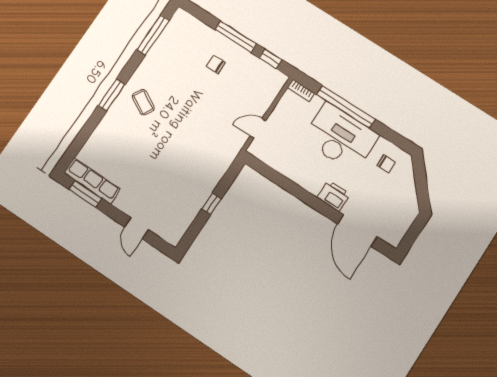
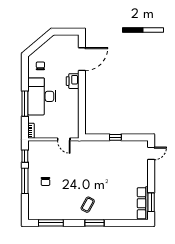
window: (346, 107) -> (25, 104), width x0.68
door: (136, 228) -> (151, 153), moved

